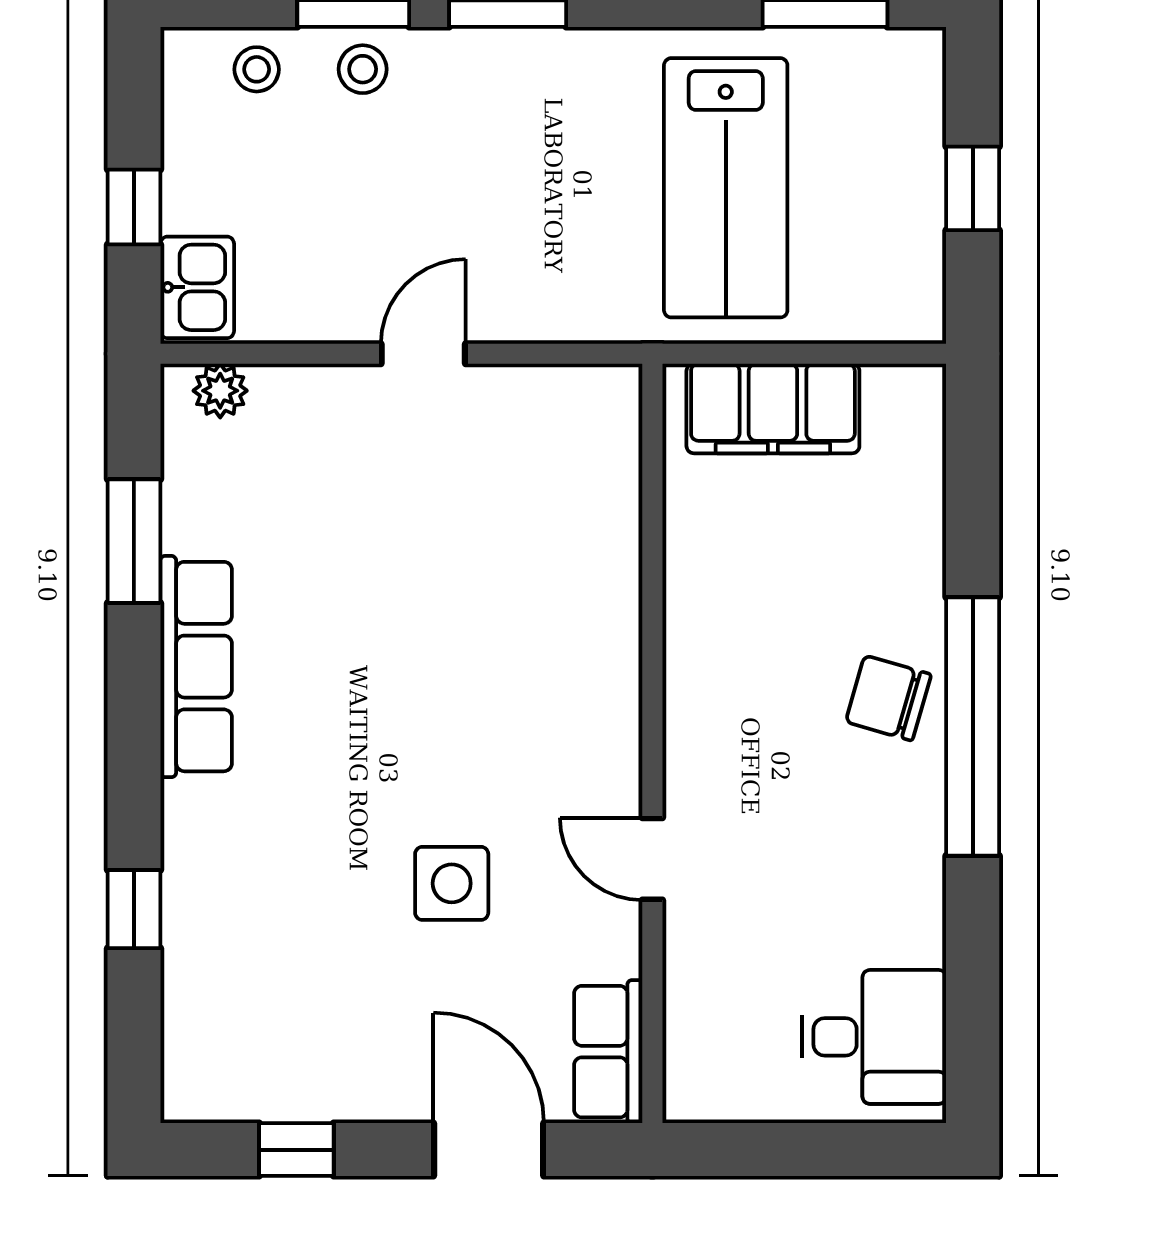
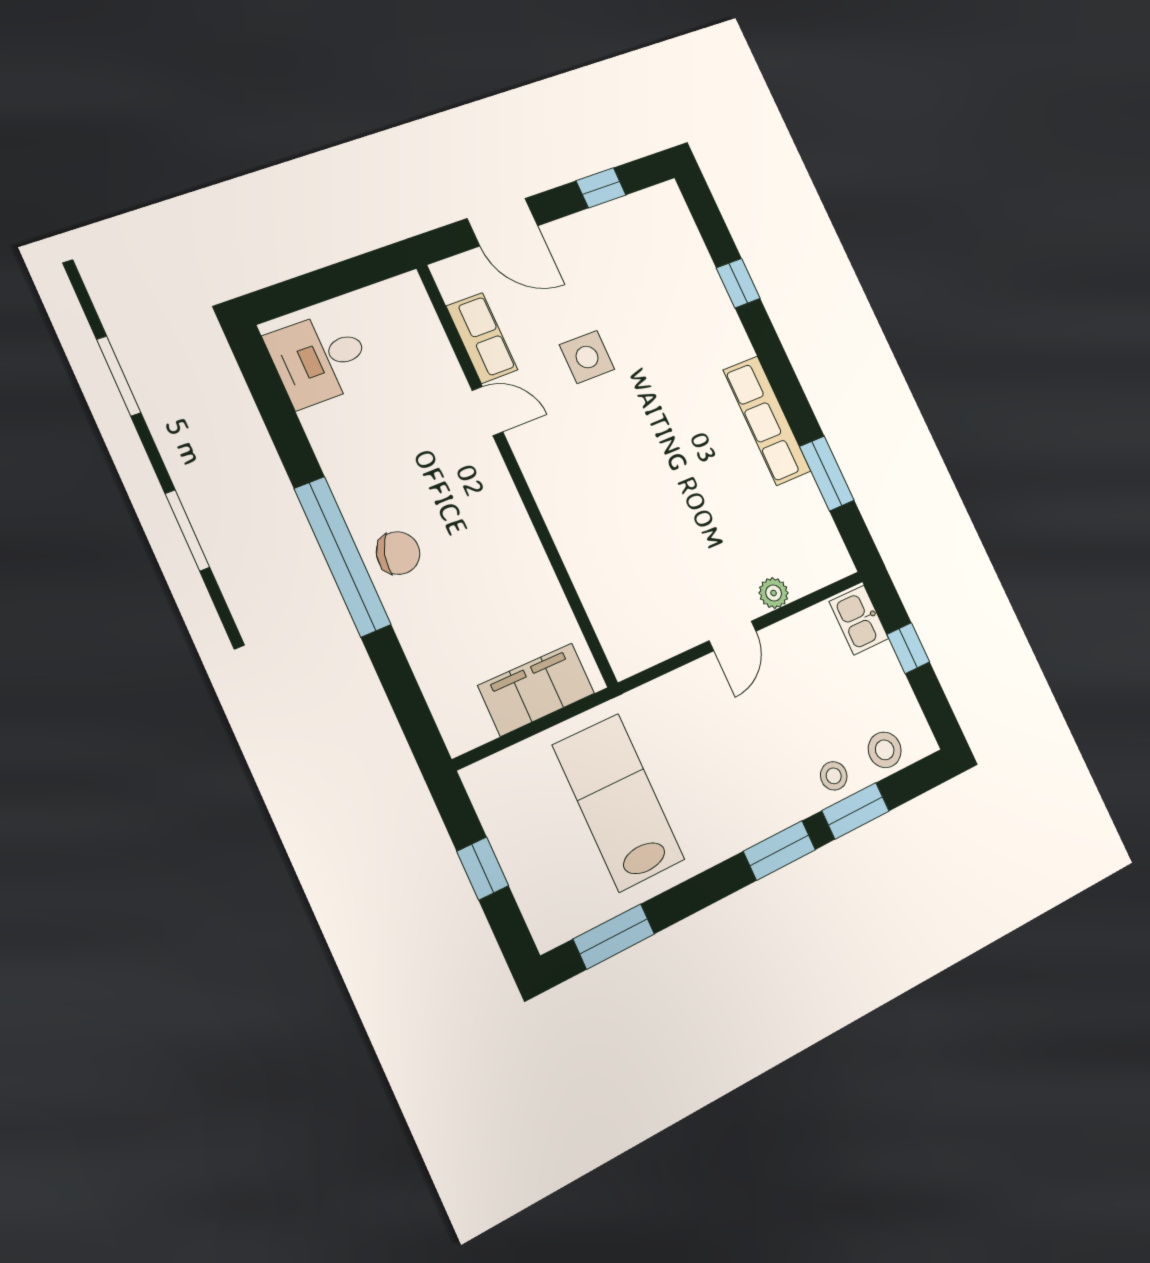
stool: (257, 69) -> (885, 750), width x1.37, depth x1.37
plant: (220, 391) -> (774, 593), moved
row of seats: (608, 1052) -> (482, 338), moved

